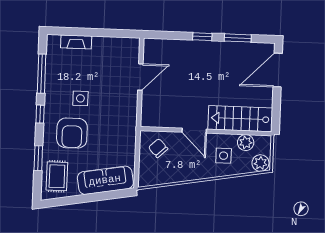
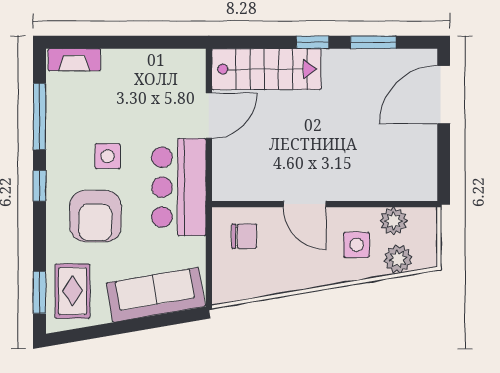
fireplace: (76, 42) -> (74, 60), moved
bar counter: (121, 118) -> (179, 187), added
stairs: (240, 119) -> (266, 69), moved, turned 180
chair: (158, 148) -> (244, 236), turned 133
window: (38, 158) -> (39, 292), moved
plant: (260, 163) -> (398, 259), moved

